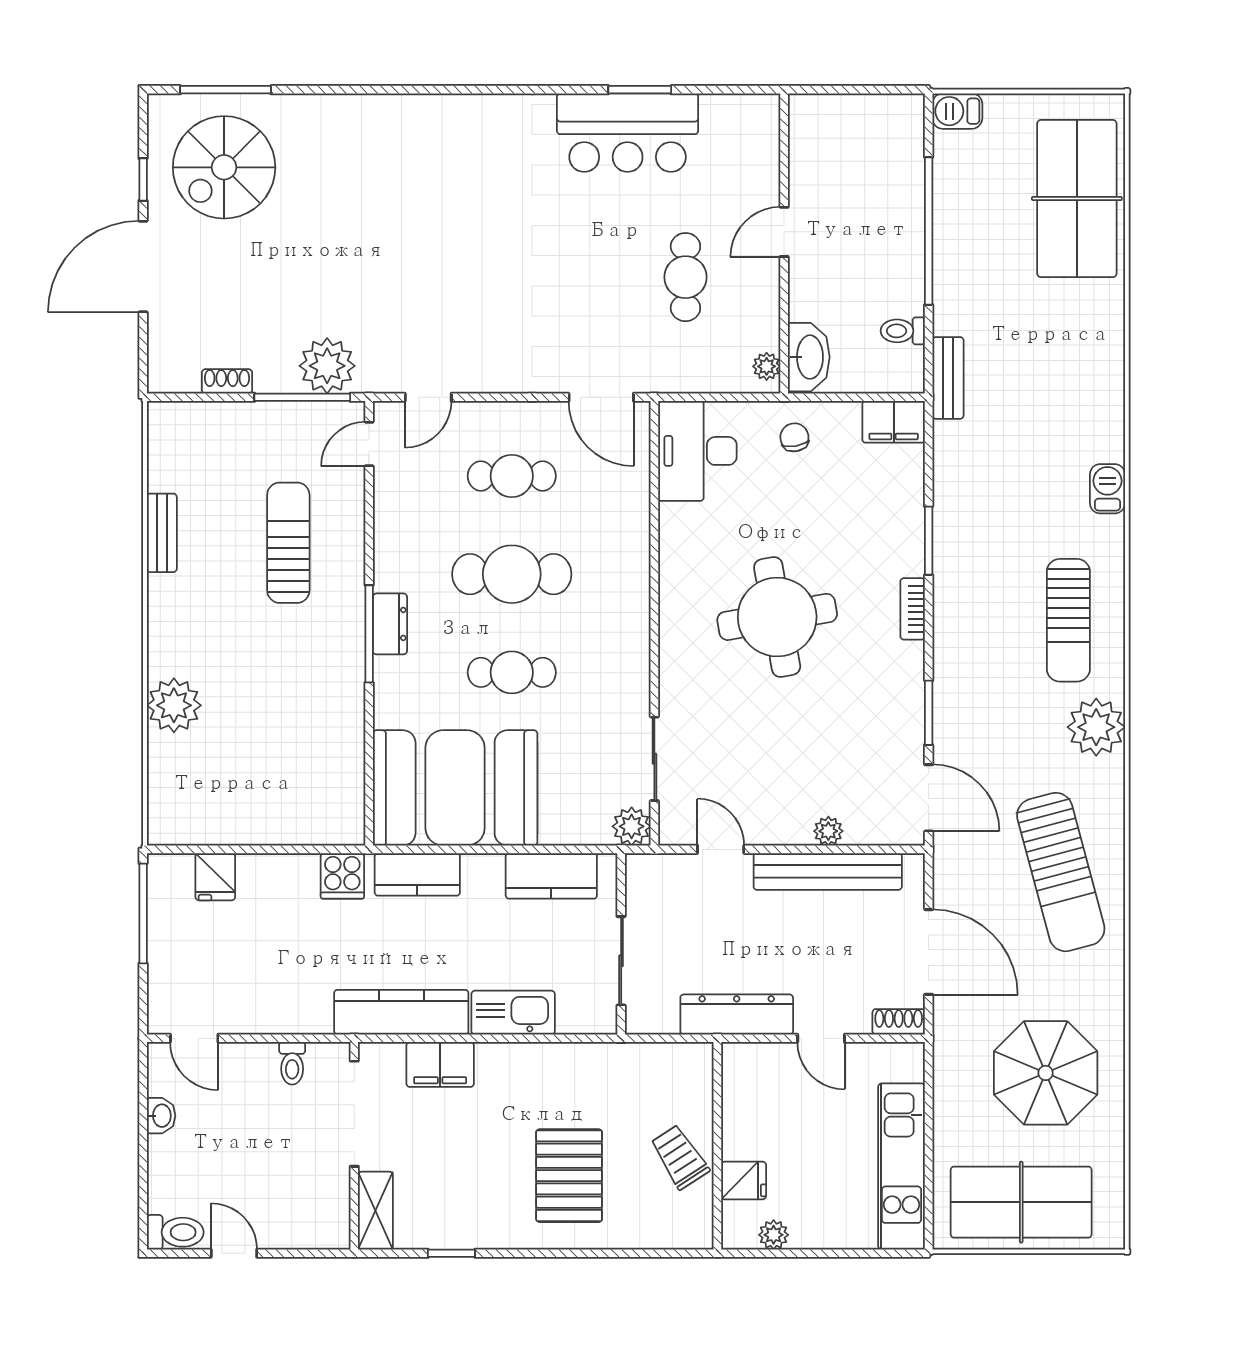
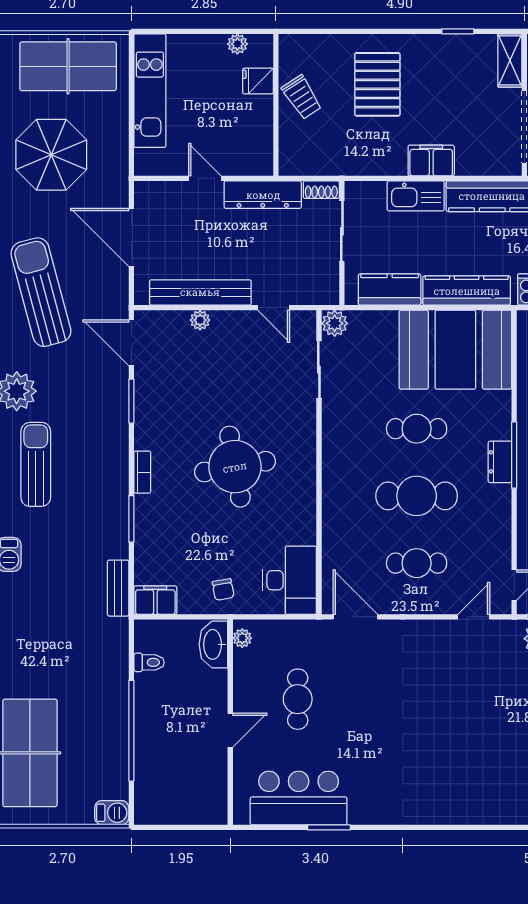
bar counter: (628, 133) -> (299, 798), moved
bench: (948, 378) -> (118, 588), moved
kitchen counter: (417, 874) -> (467, 291), width x1.50
shoe rack: (899, 1022) -> (321, 190), moved
filing cabinet: (440, 1064) -> (431, 160), moved

